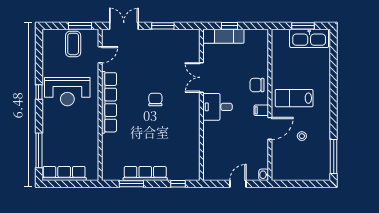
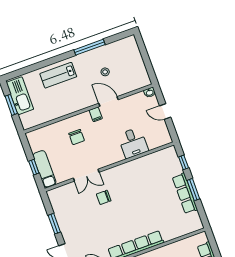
chair: (257, 85) -> (77, 137), moved
lab bench: (294, 98) -> (58, 75), moved, turned 90
chair: (155, 100) -> (104, 197), moved
desk: (217, 107) -> (133, 143), moved
window: (334, 157) -> (89, 47), moved
window: (131, 184) -> (193, 190), moved

